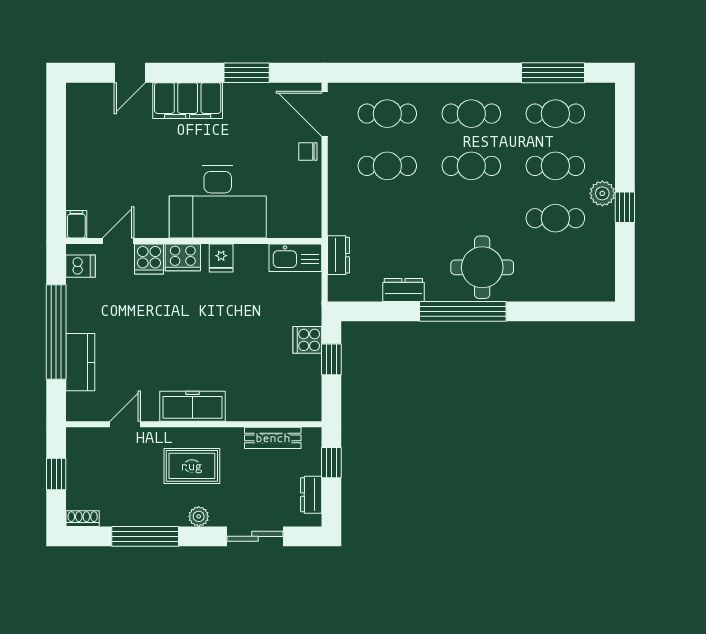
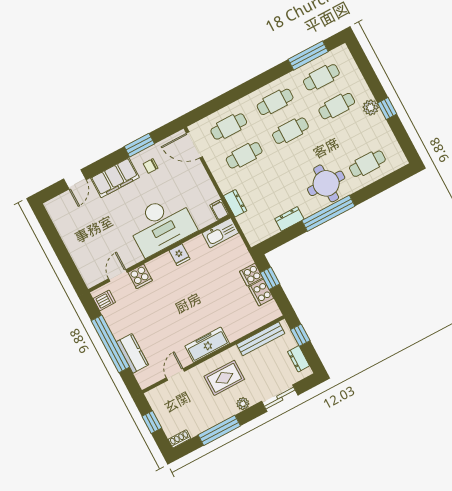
chair: (308, 152) -> (151, 166), moved
cafe table: (555, 218) -> (367, 164), moved
filing cabinet: (76, 224) -> (219, 210), moved
dresser: (339, 255) -> (235, 203), moved
cooker: (183, 257) -> (261, 293), moved, turned 90
bench: (273, 438) -> (261, 339), width x1.36

